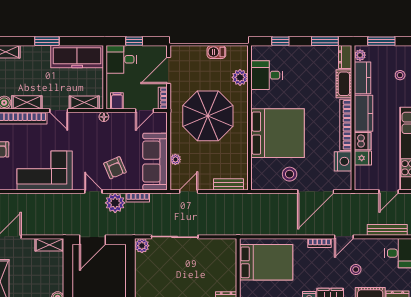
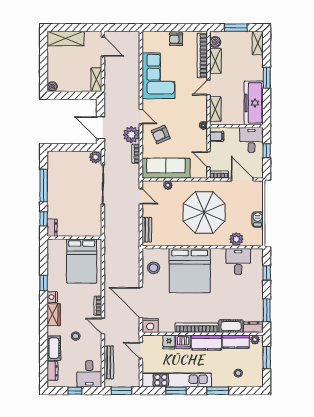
nightstand: (343, 161) -> (150, 325), moved
stool: (290, 174) -> (154, 268), moved
door: (93, 192) -> (141, 117), hinge flipped
door: (389, 192) -> (141, 350), moved
door: (92, 240) -> (101, 128), moved

